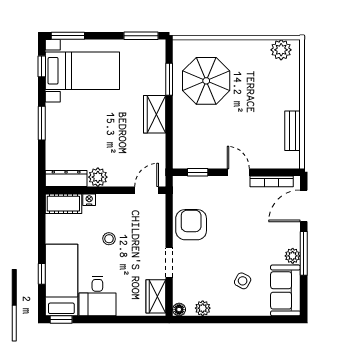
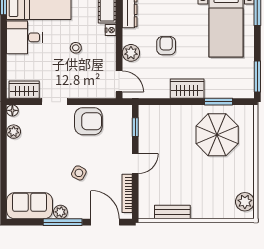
armchair: (107, 138) -> (166, 46), added
plant: (98, 177) -> (131, 53), moved
side table: (243, 281) -> (79, 173), moved

